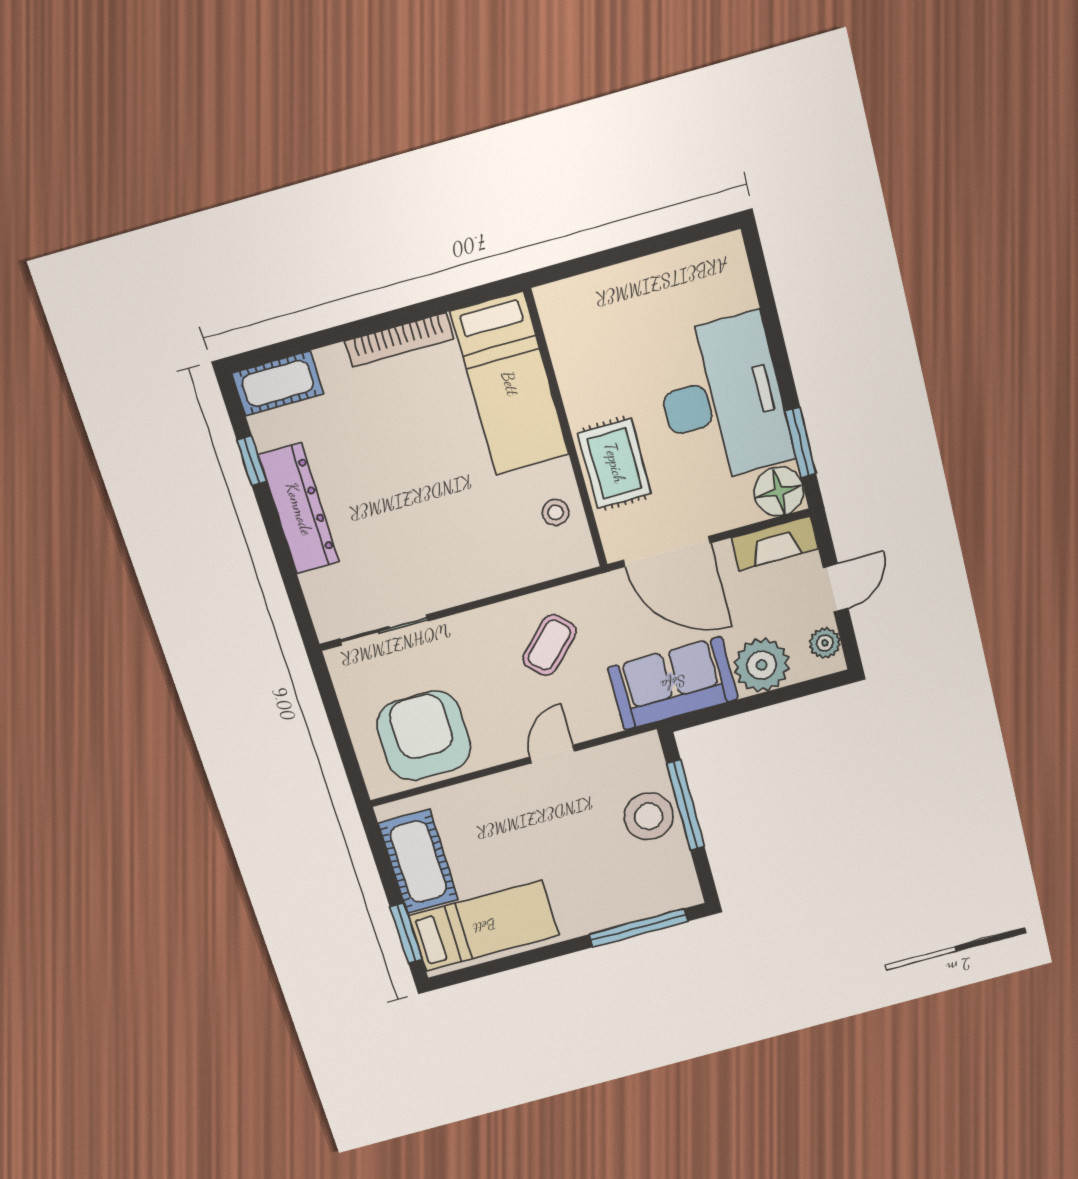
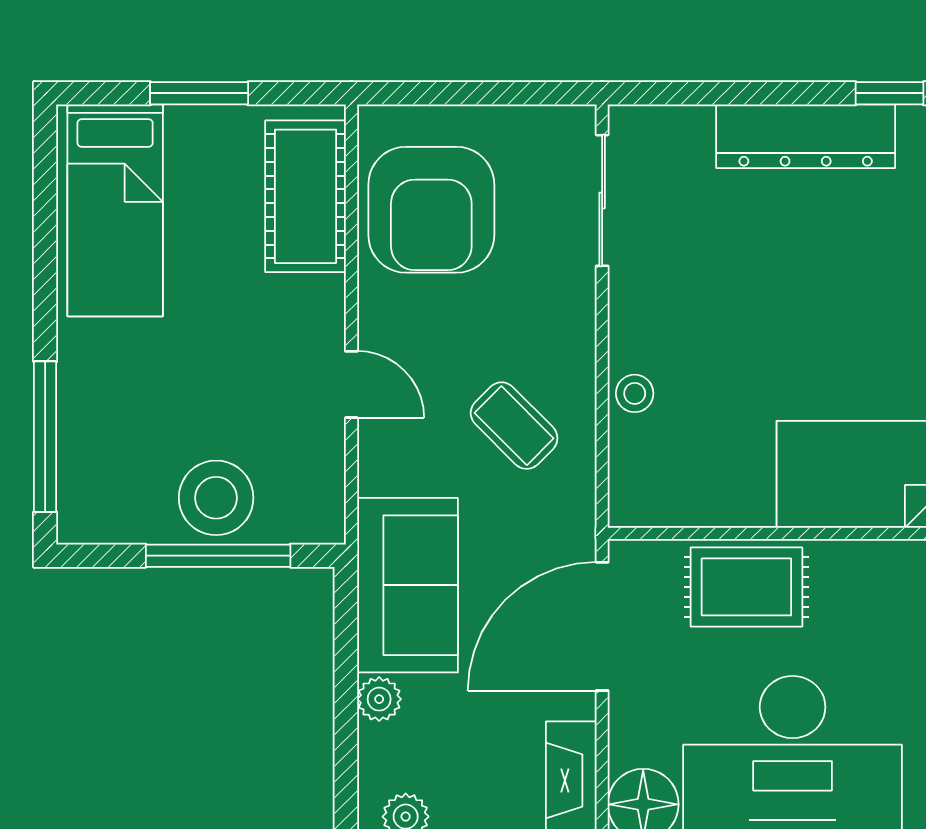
stool: (555, 512) -> (635, 393), moved
plant: (762, 665) -> (379, 699), width x0.53, depth x0.53
armchair: (424, 736) -> (431, 210), turned 90
cot: (418, 862) -> (306, 196), moved, turned 90
window: (406, 933) -> (199, 93), moved

